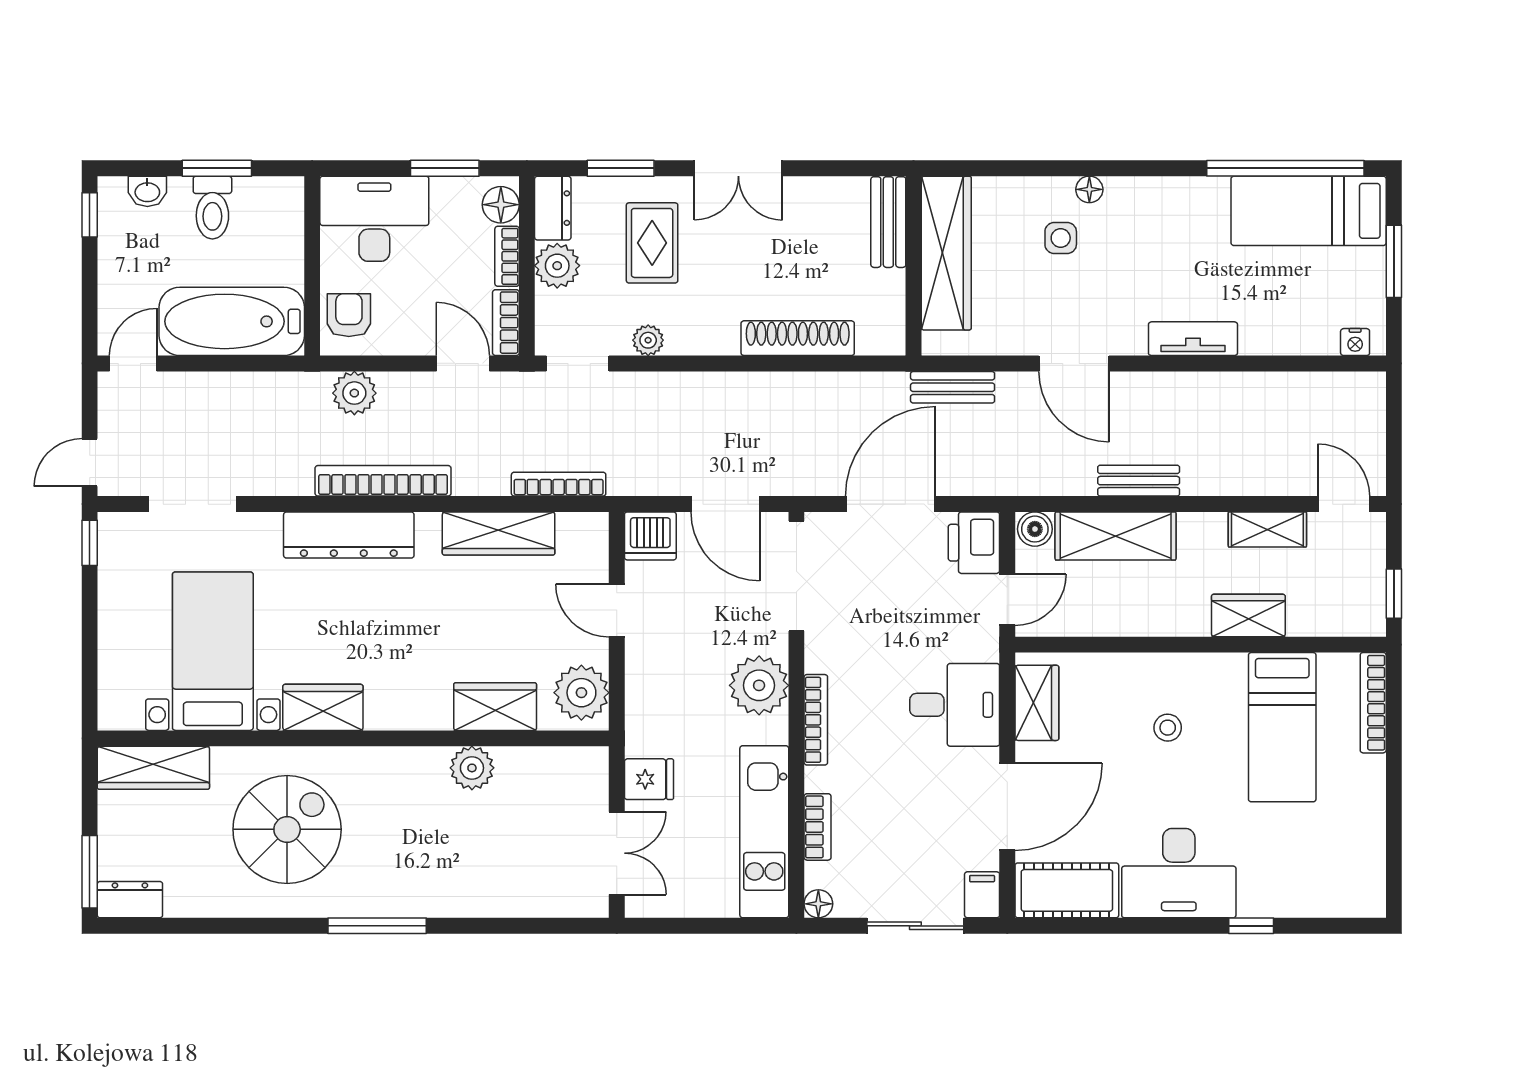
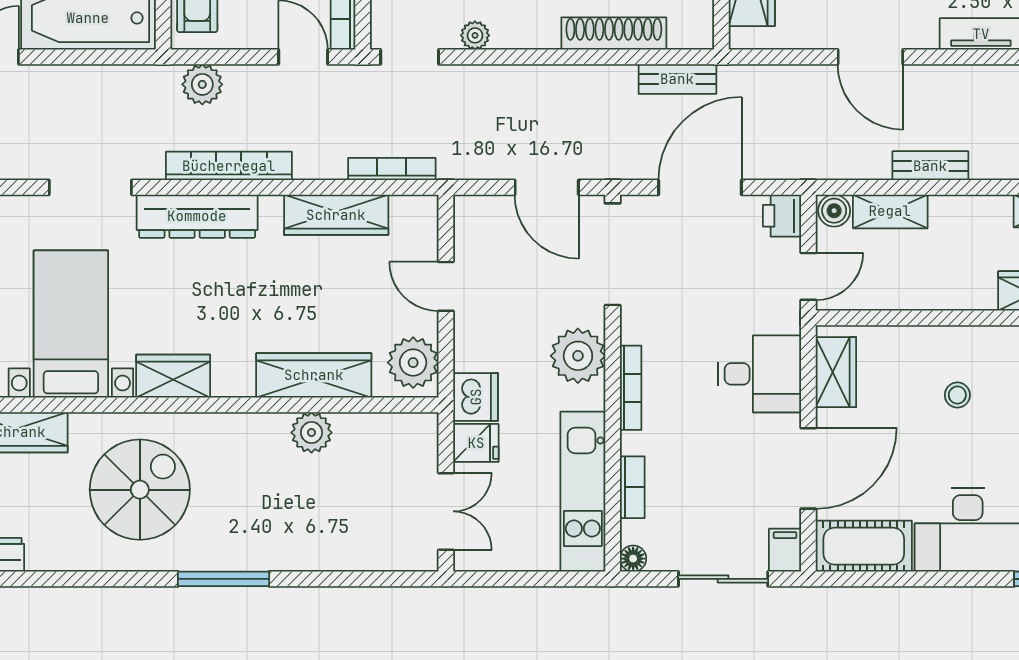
bench: (953, 387) -> (677, 79), moved
doorway: (193, 504) -> (90, 187), moved
dishwasher: (650, 536) -> (476, 397), moved, turned -90
shelving: (1116, 536) -> (890, 211), width x0.67, depth x0.75
printer: (974, 543) -> (782, 216), width x0.73, depth x0.81
wardrobe: (495, 707) -> (314, 375), width x1.50

